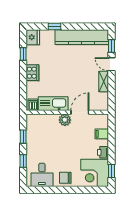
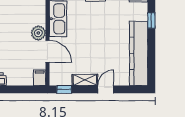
window: (111, 46) -> (64, 89), moved
filing cabinet: (102, 134) -> (40, 78), moved

